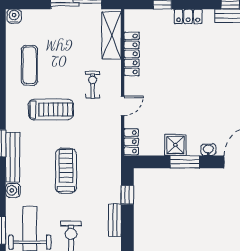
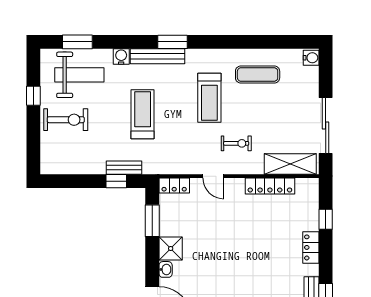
shower: (175, 145) -> (171, 249), moved
window: (185, 162) -> (152, 221), moved
treadmill: (66, 171) -> (143, 114), turned -90
bench: (115, 220) -> (124, 168), moved

